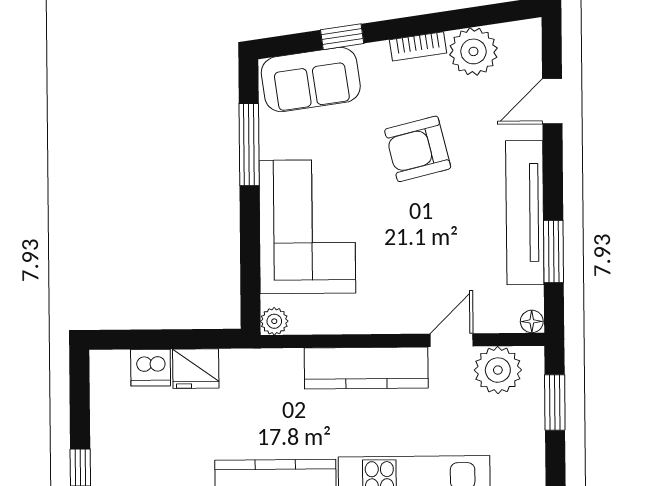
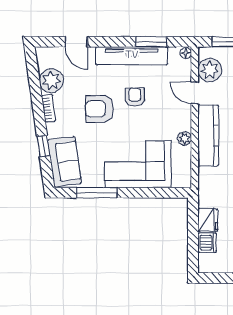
armchair: (418, 149) -> (99, 109), turned 104
armchair: (442, 220) -> (135, 97), added
plant: (274, 321) -> (185, 138), moved

